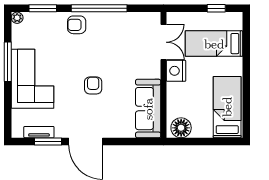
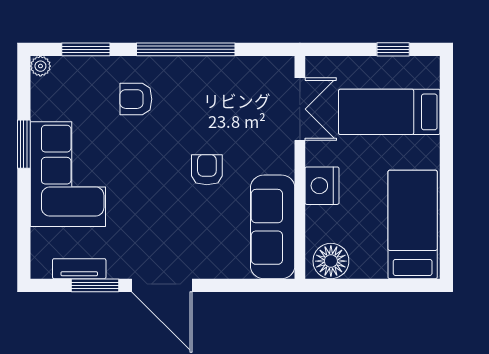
armchair: (77, 25) -> (136, 99), moved
window: (8, 62) -> (24, 144), width x0.69
nightstand: (176, 71) -> (322, 186), moved
armchair: (93, 85) -> (207, 170), moved

